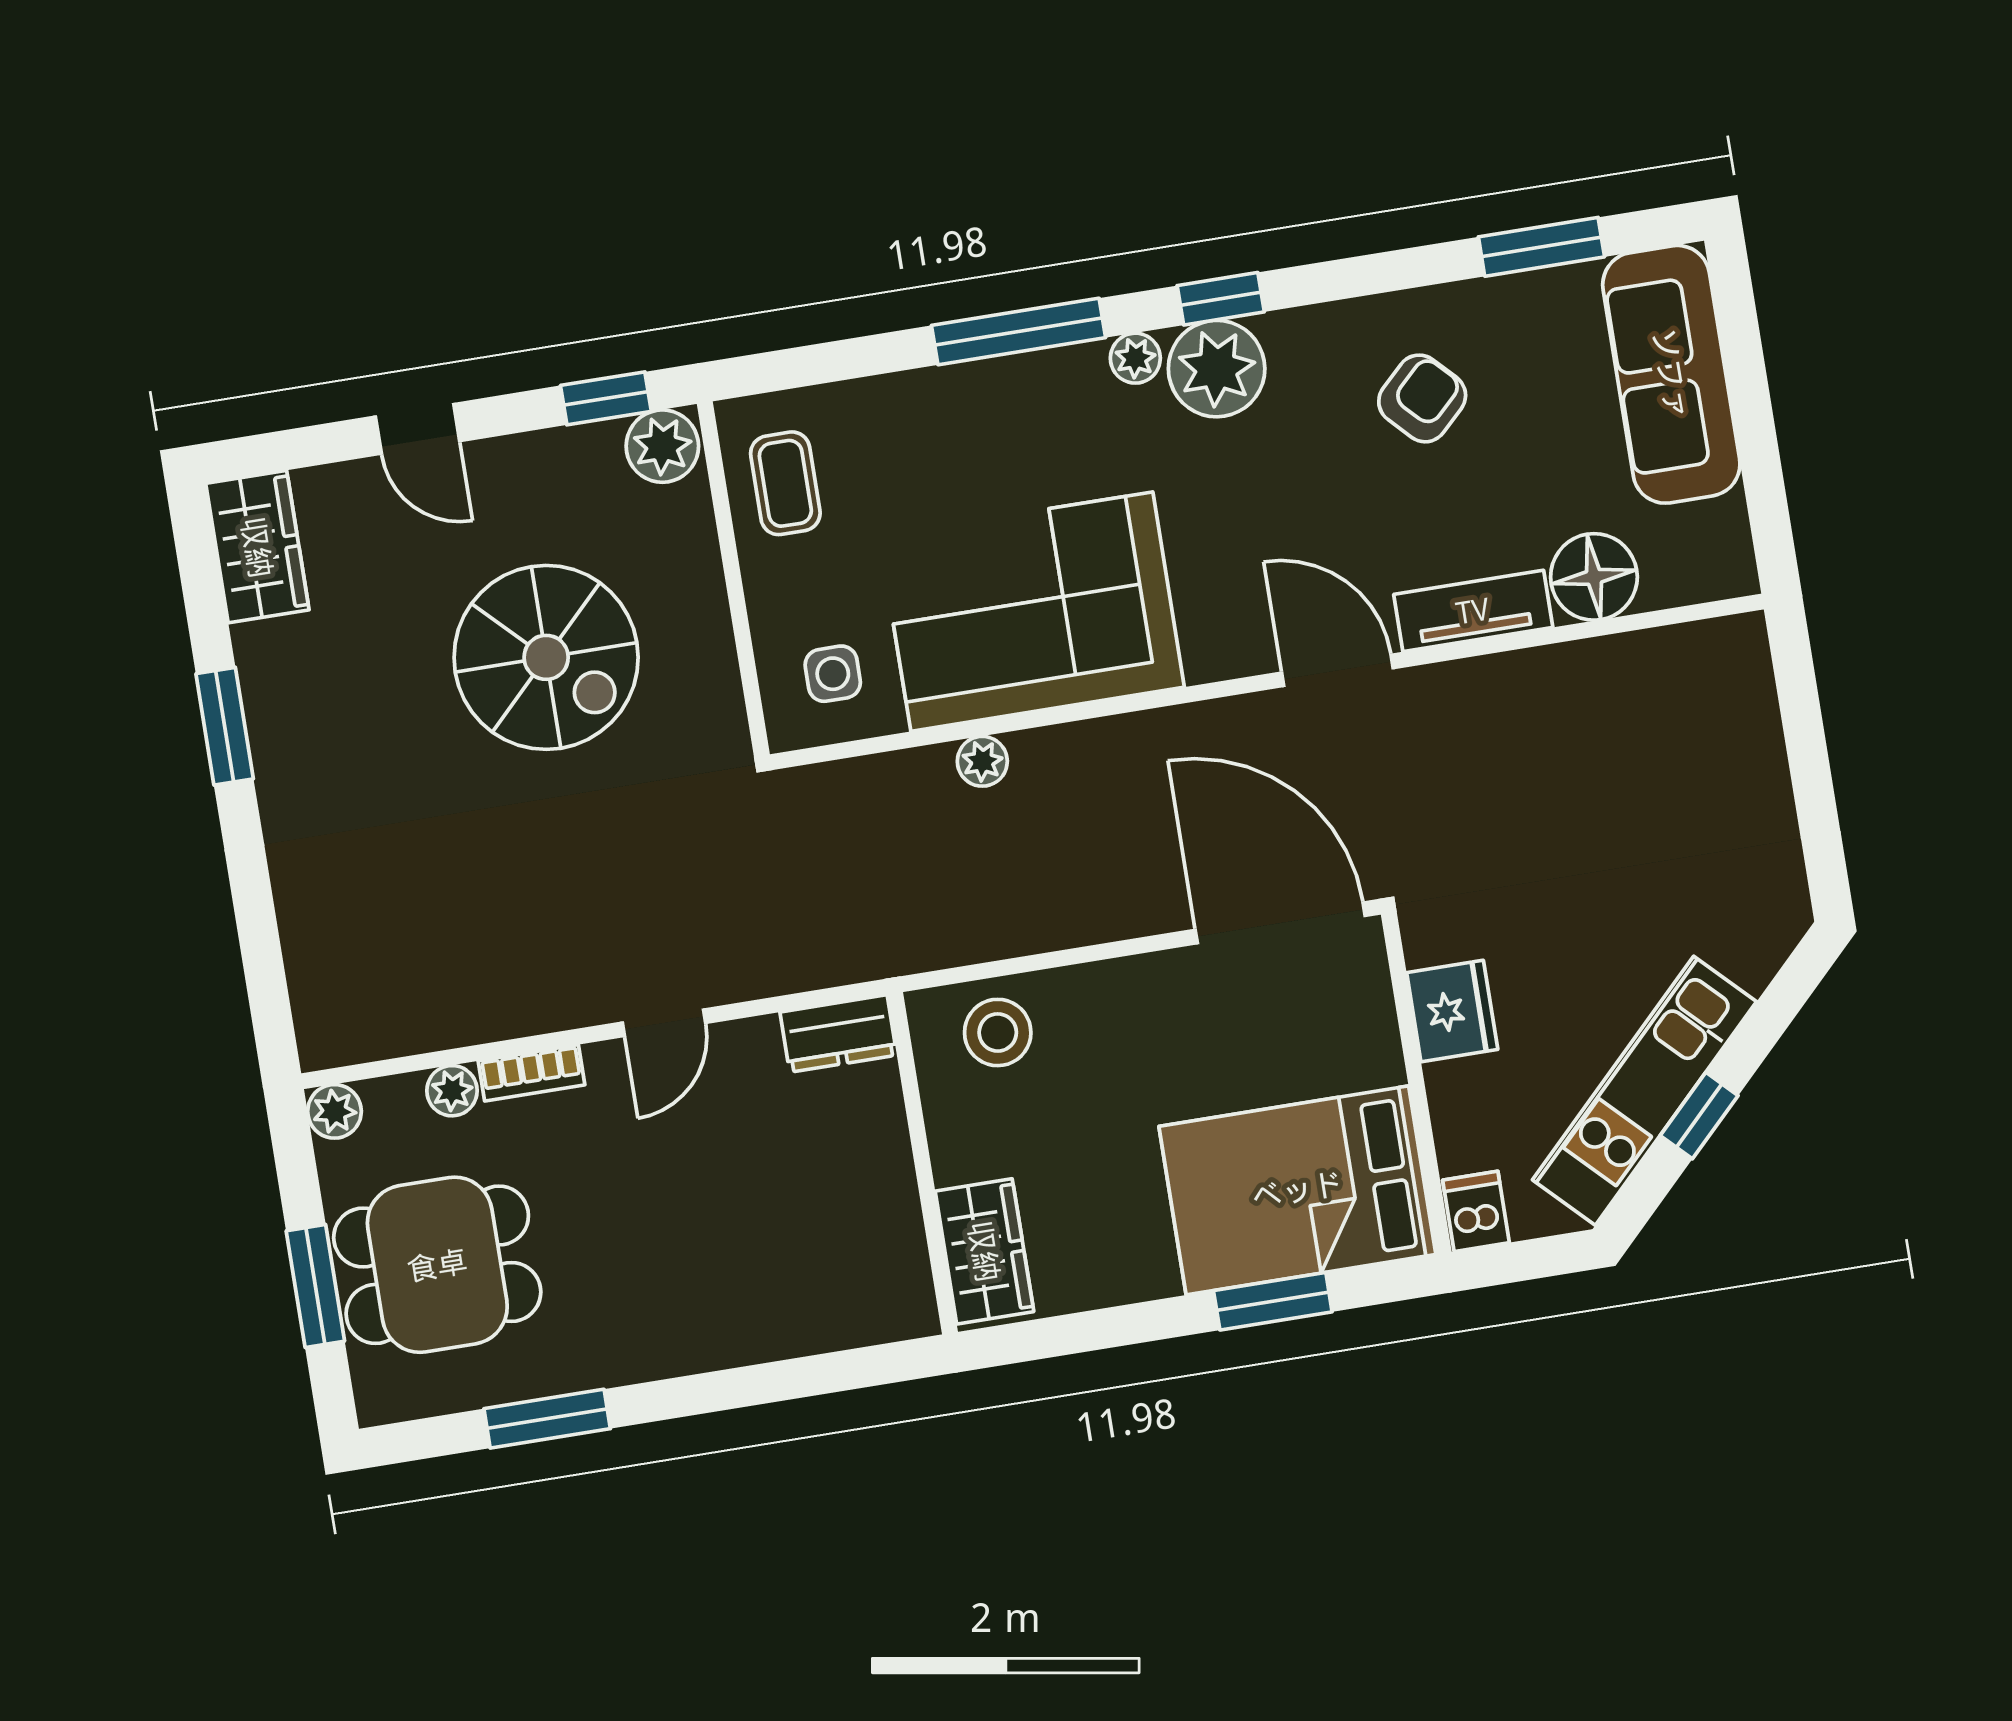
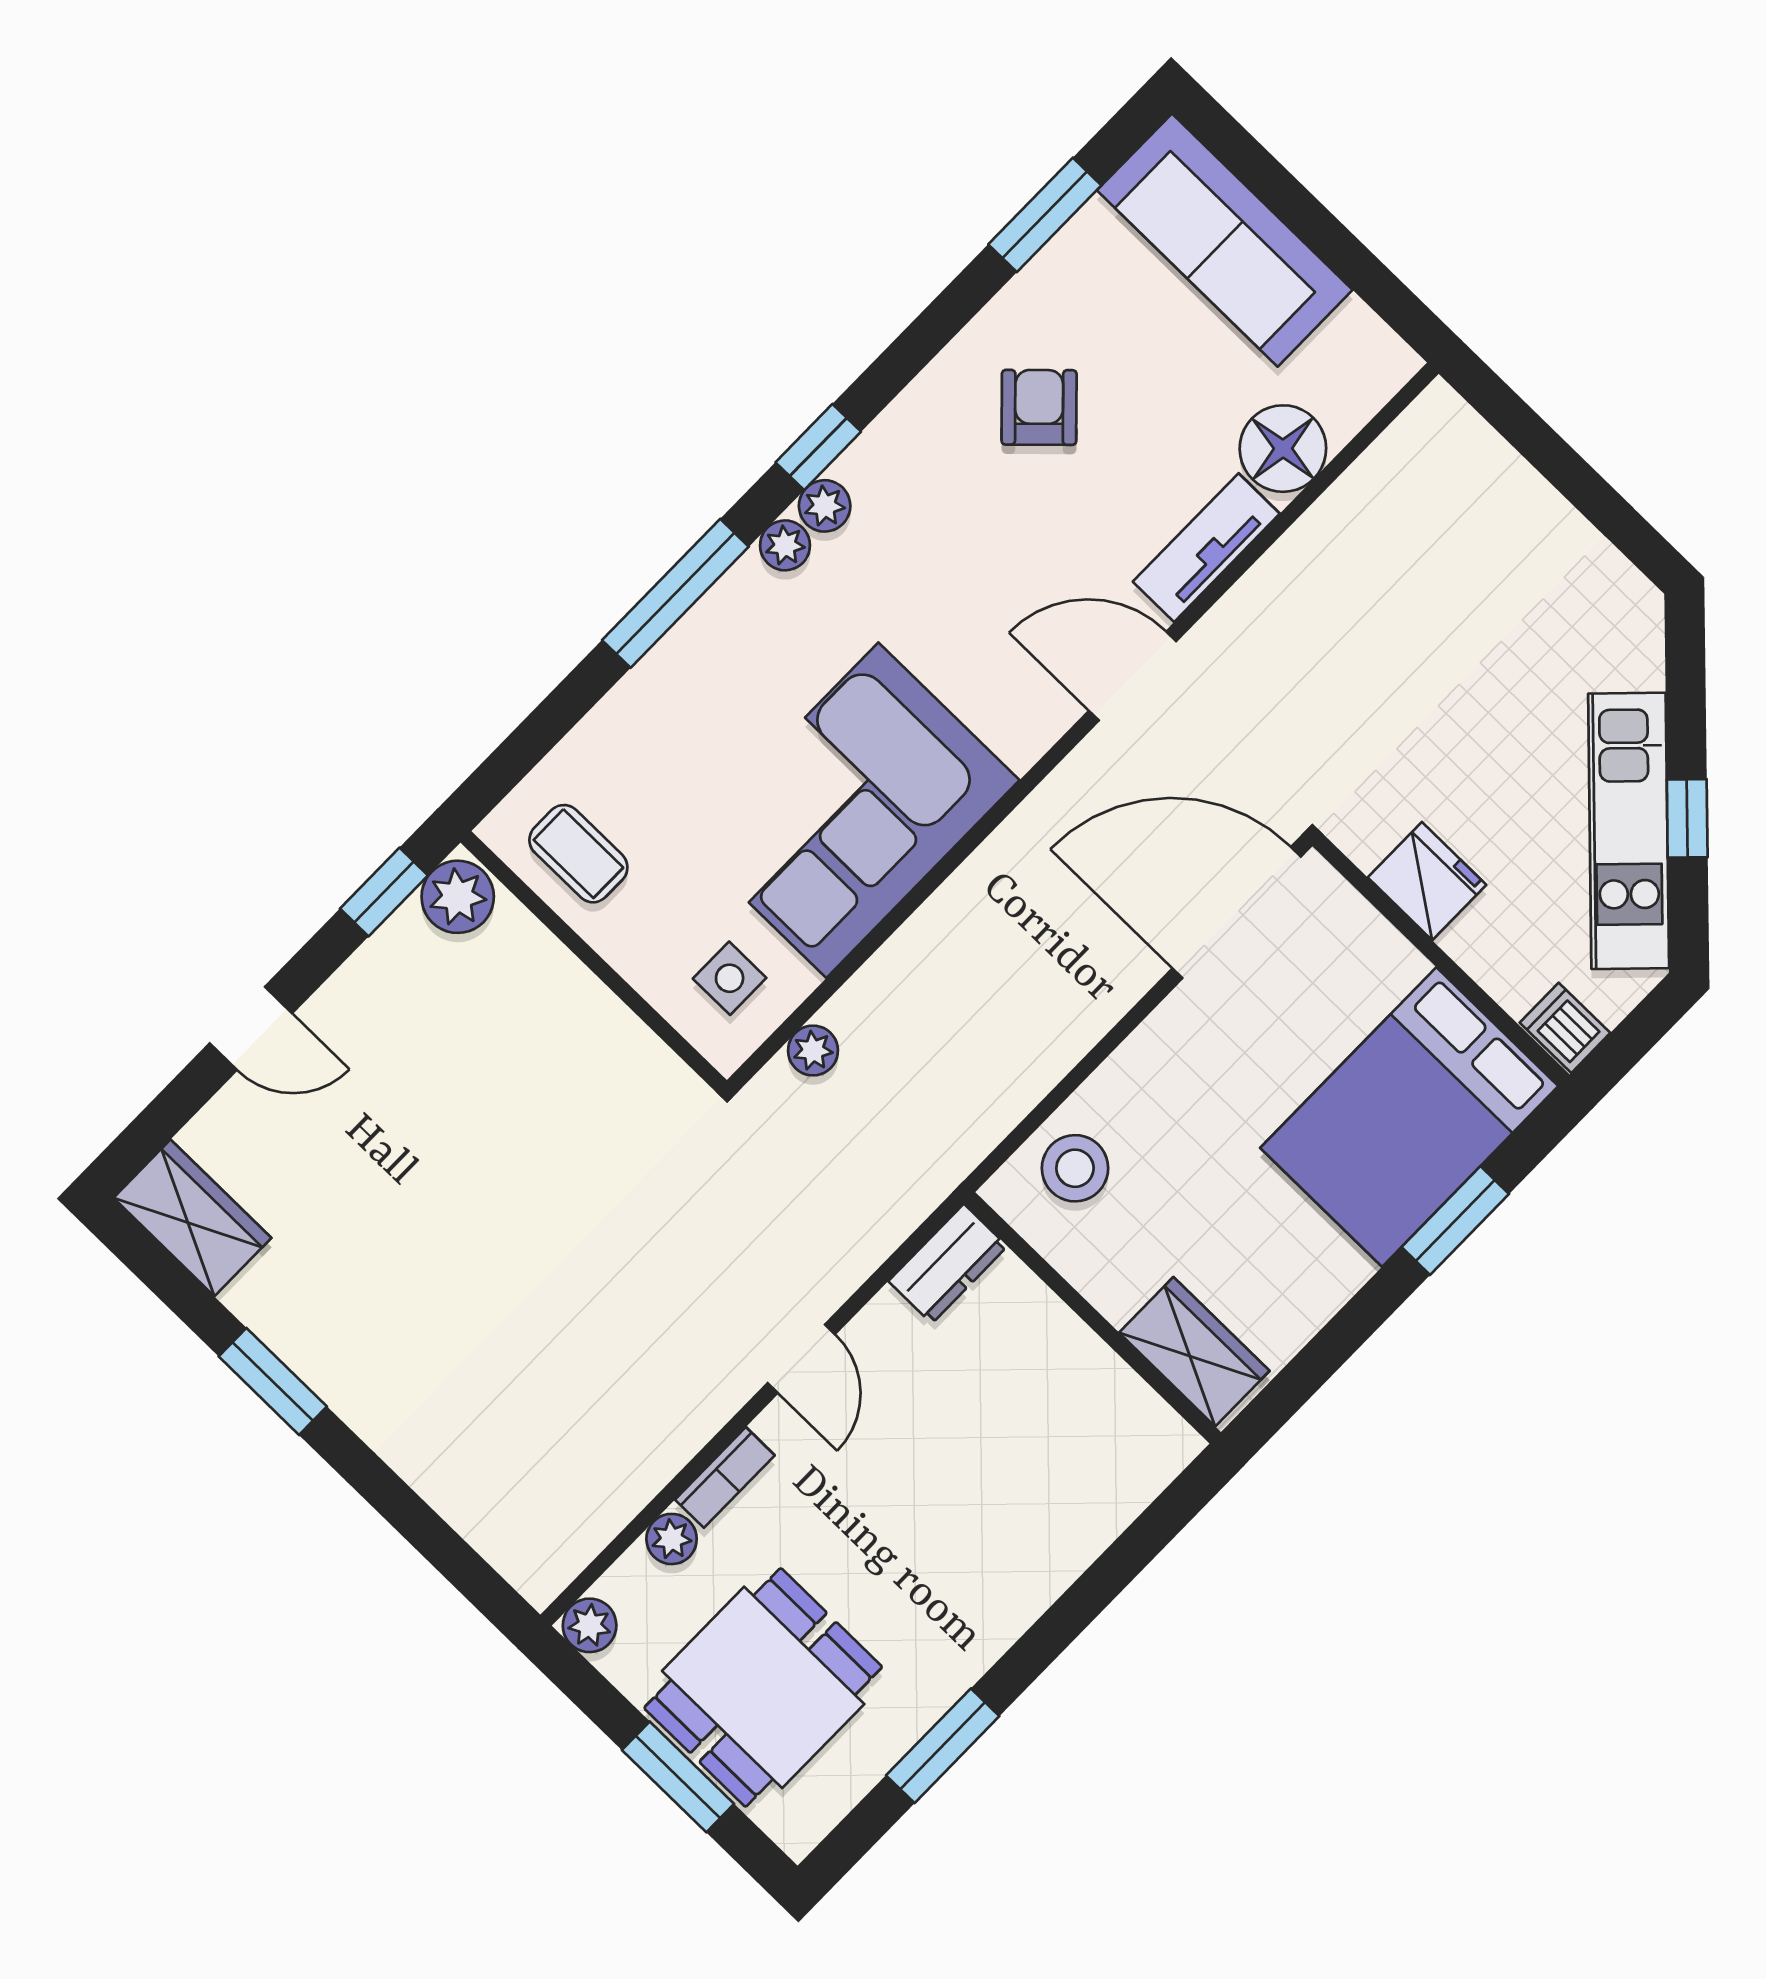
plant: (1217, 369) -> (825, 506), width x0.53, depth x0.53
spiral stairs: (546, 657) -> (490, 1135), removed
plant: (982, 761) -> (813, 1051), moved

